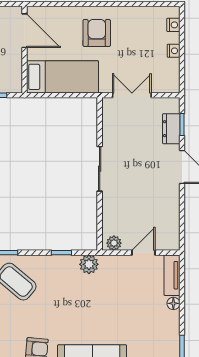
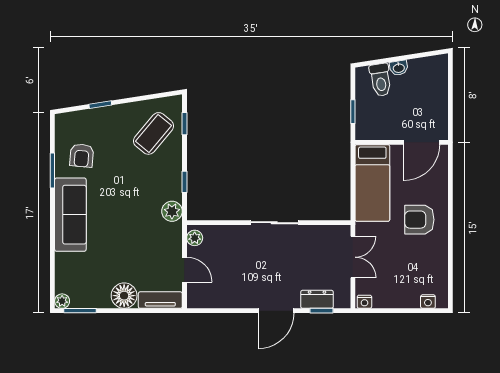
armchair: (97, 33) -> (419, 220), turned 180
nightstand: (174, 51) -> (364, 302), moved
floor lamp: (173, 303) -> (124, 296), width x1.89, depth x1.89

